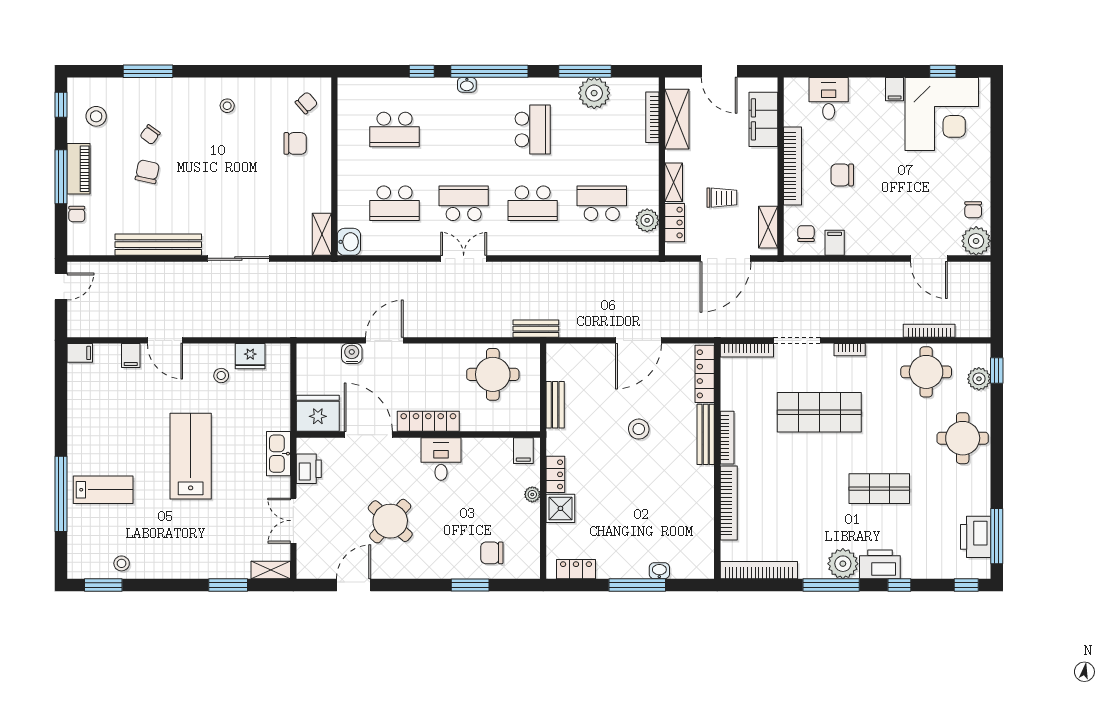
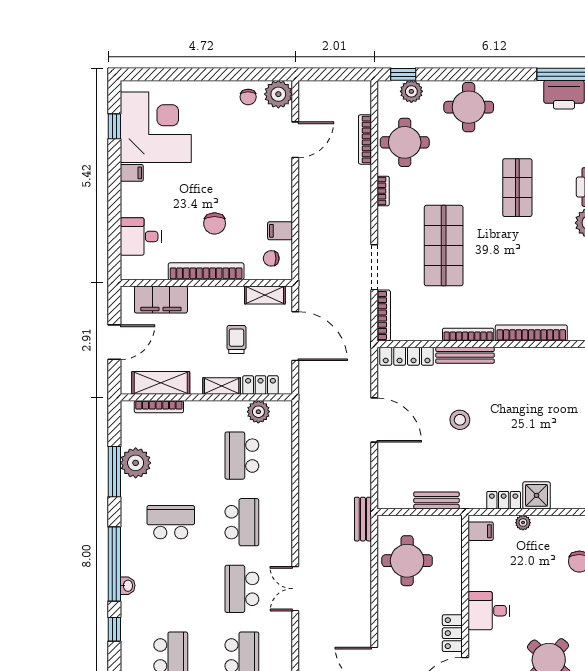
chair: (973, 210) -> (248, 97), turned 90
bookcase: (850, 350) -> (383, 191), moved
locker: (428, 421) -> (452, 633), width x0.66

